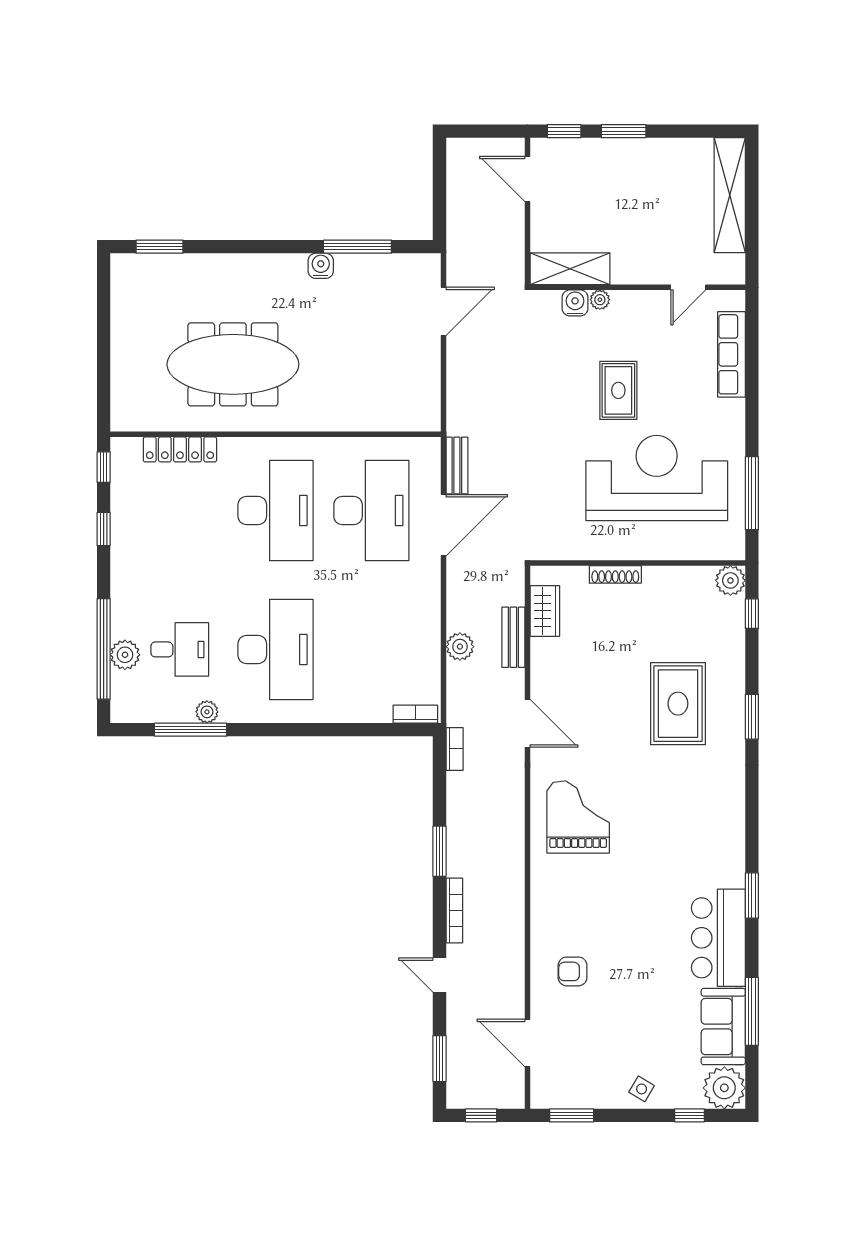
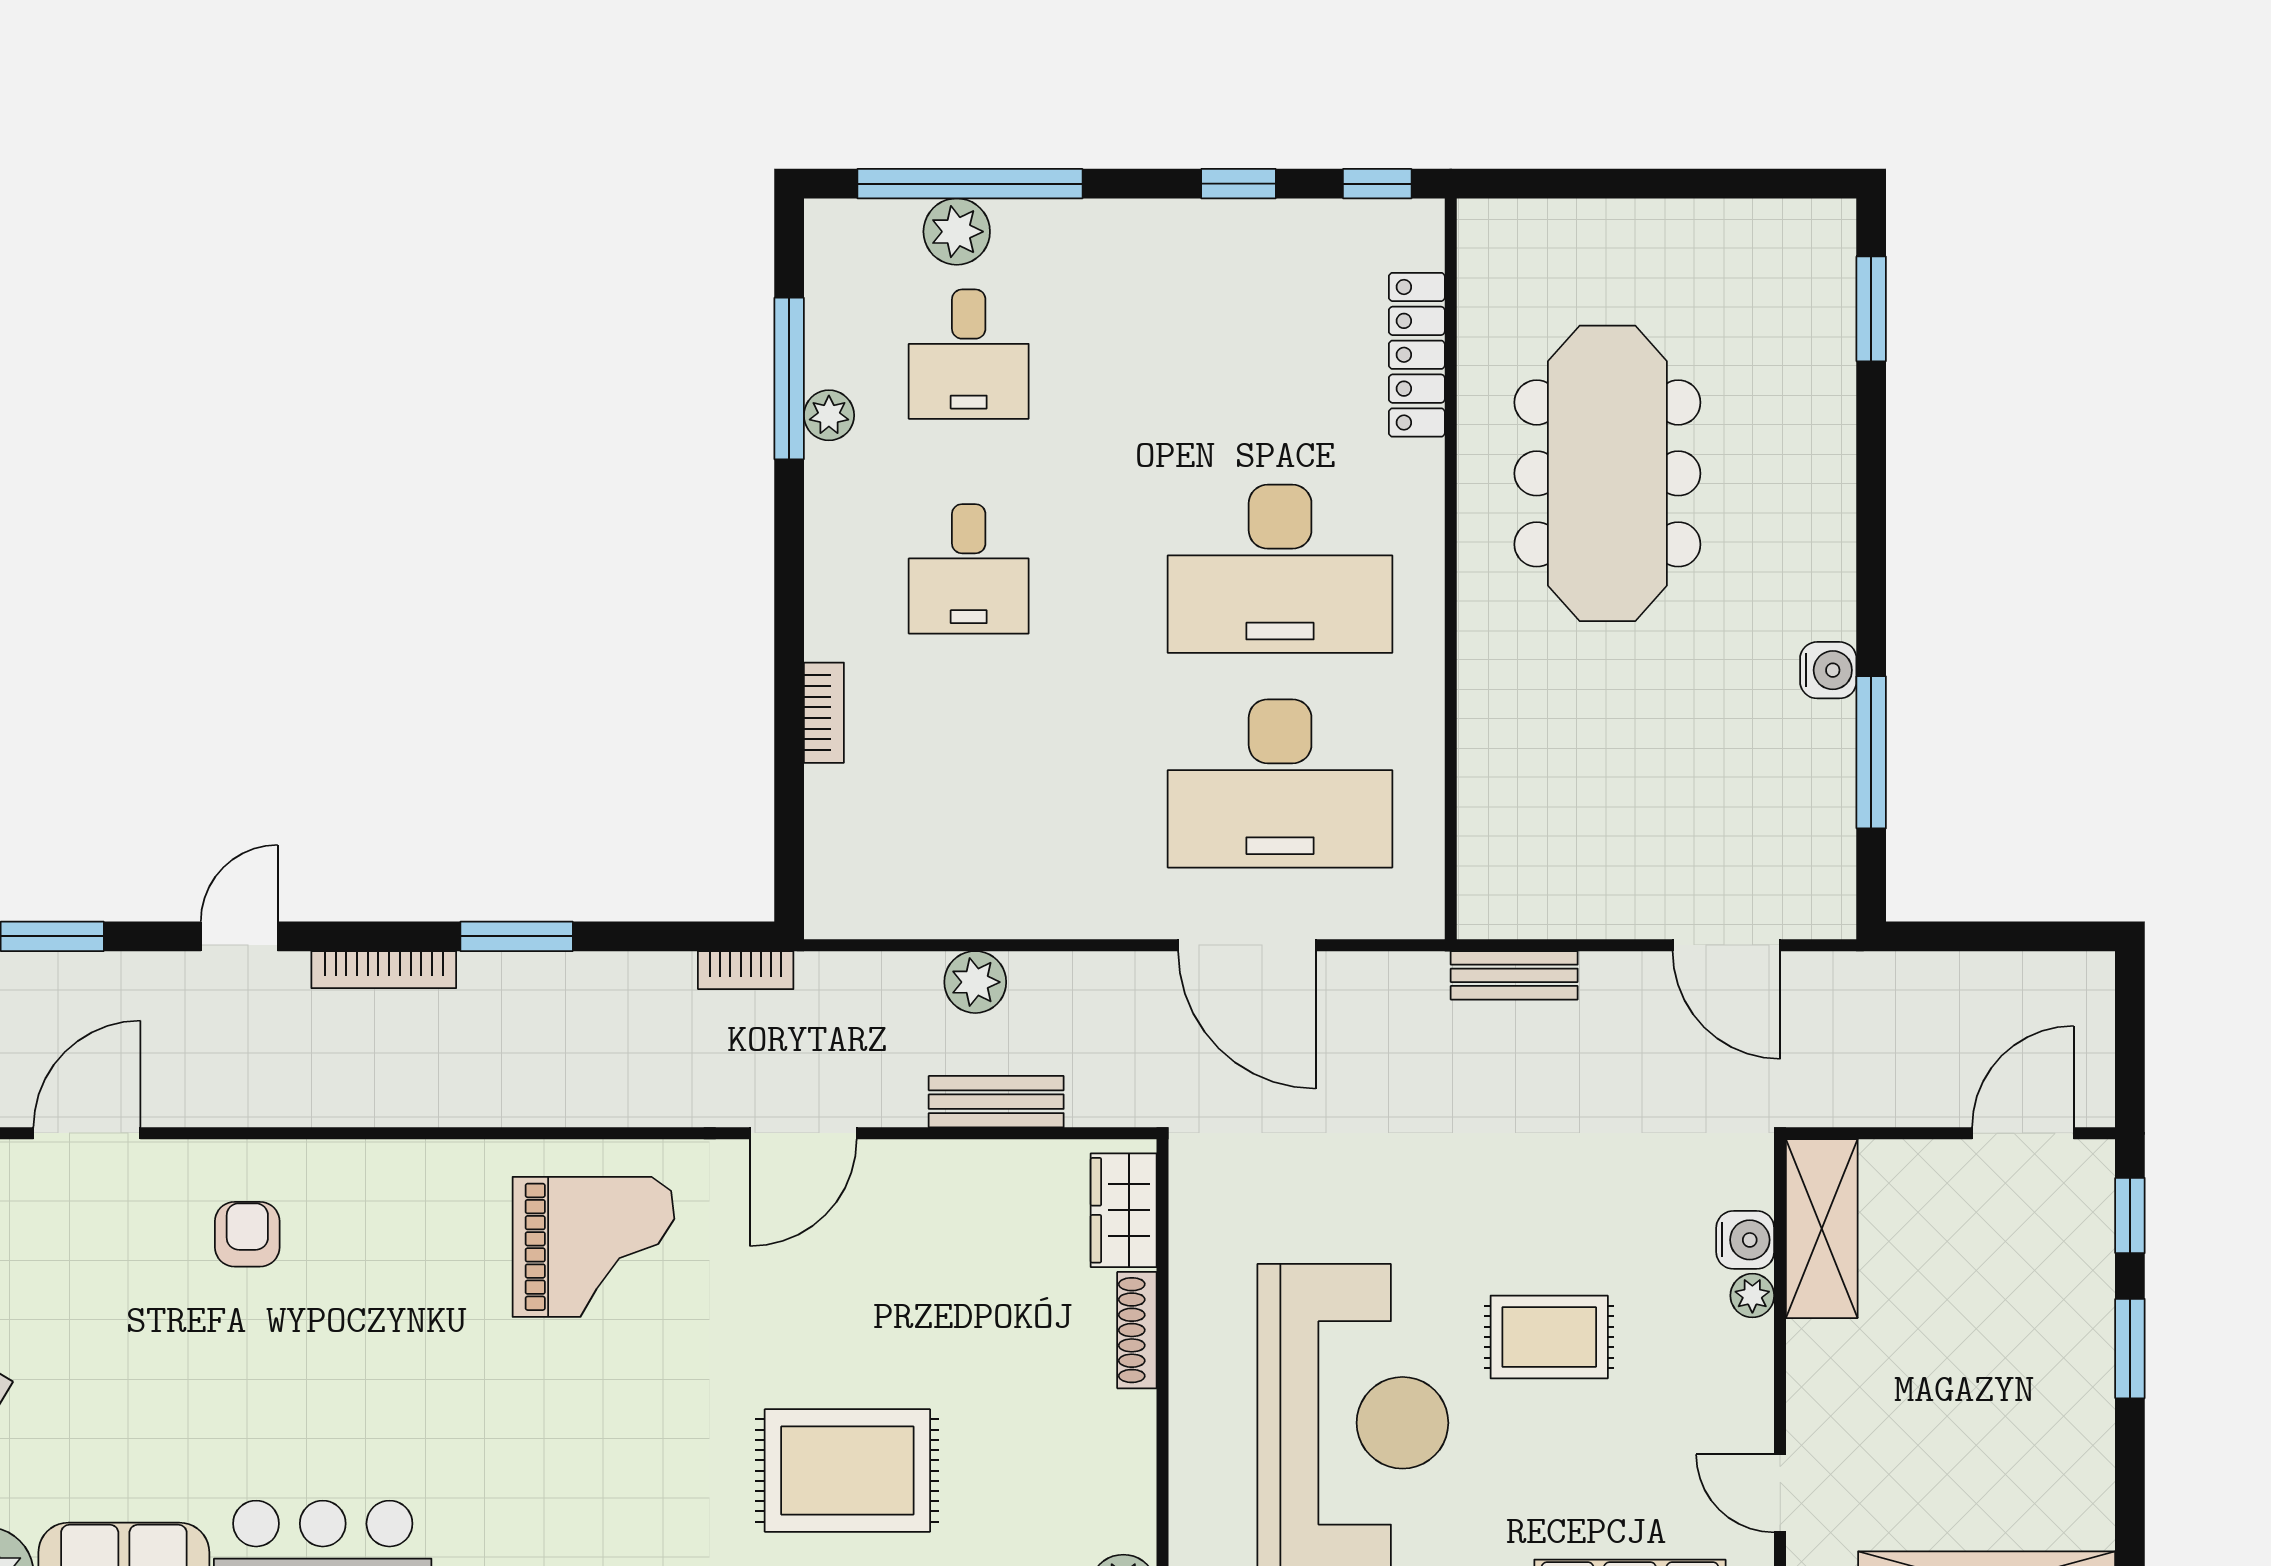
bench: (457, 465) -> (1514, 975), moved
wardrobe: (545, 611) -> (1124, 1210), moved, turned 90
desk: (276, 649) -> (969, 569), width x0.53, depth x0.77
bookcase: (415, 714) -> (824, 713), moved

